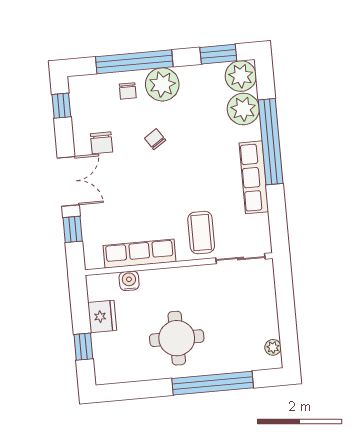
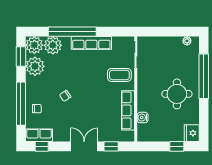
plant: (162, 84) -> (35, 66), moved
row of seats: (81, 99) -> (39, 135), added
chair: (102, 143) -> (64, 126), removed
fridge: (102, 316) -> (192, 133), moved, turned -90

